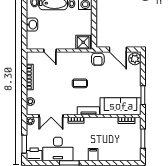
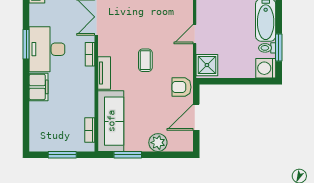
door: (50, 50) -> (195, 34), moved
plant: (135, 59) -> (158, 143), moved
desk: (58, 149) -> (47, 49), moved
filing cabinet: (93, 155) -> (38, 87), width x2.00

